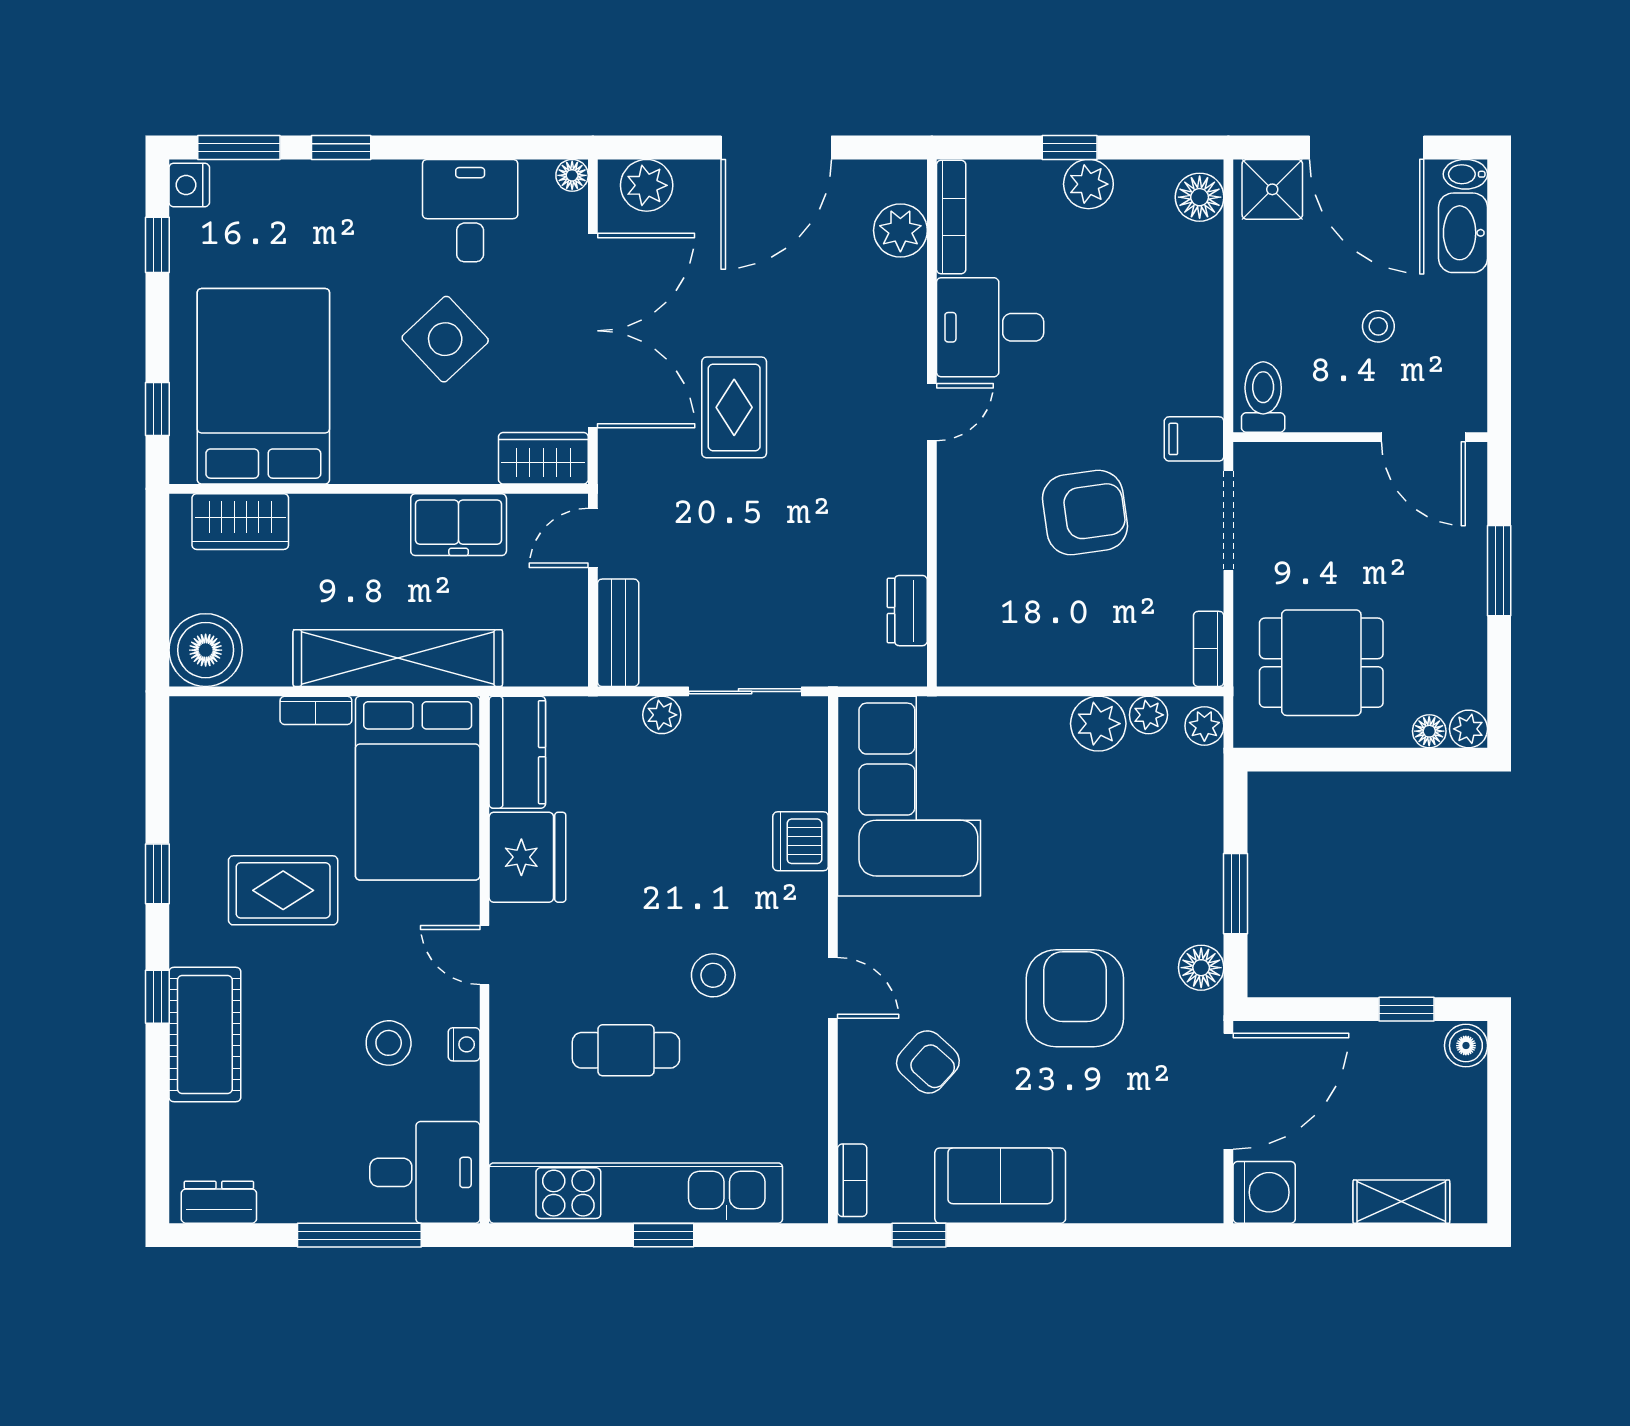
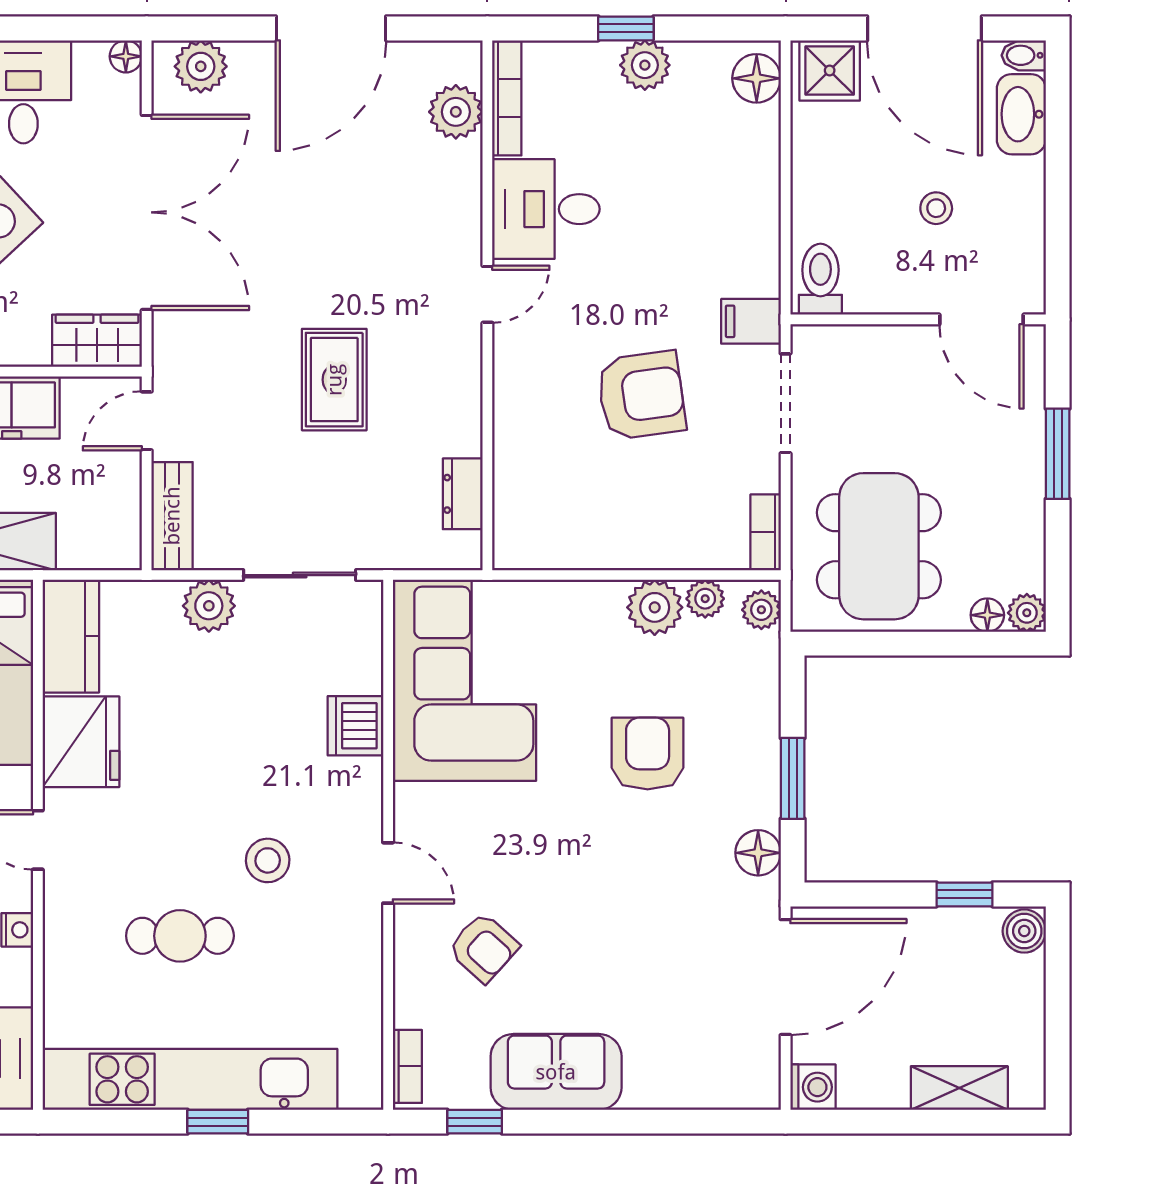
rug: (734, 407) -> (334, 380), moved
dining table: (1321, 663) -> (879, 546), width x1.37
plant: (662, 715) -> (209, 606), width x1.38, depth x1.38
armchair: (1075, 998) -> (648, 754), moved, width x0.73, depth x0.73
washing machine: (1264, 1192) -> (813, 1087), width x0.73, depth x0.73

